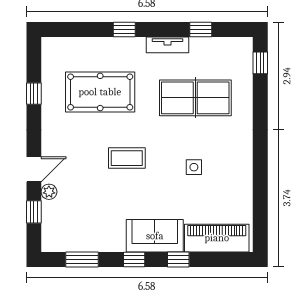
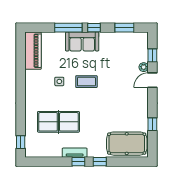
window: (201, 29) -> (78, 162), moved
pool table: (100, 92) -> (127, 144), moved
coffee table: (127, 158) -> (86, 82), moved
piano: (217, 238) -> (33, 51), moved, turned -90
window: (178, 259) -> (68, 28), width x2.17

